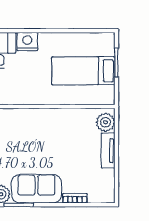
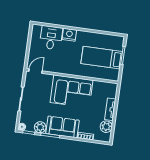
plant: (105, 122) -> (106, 127), moved
corner sofa: (43, 131) -> (71, 91), added

